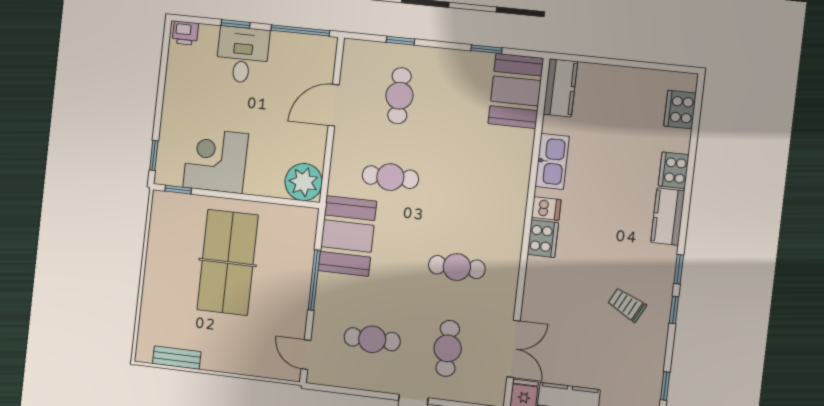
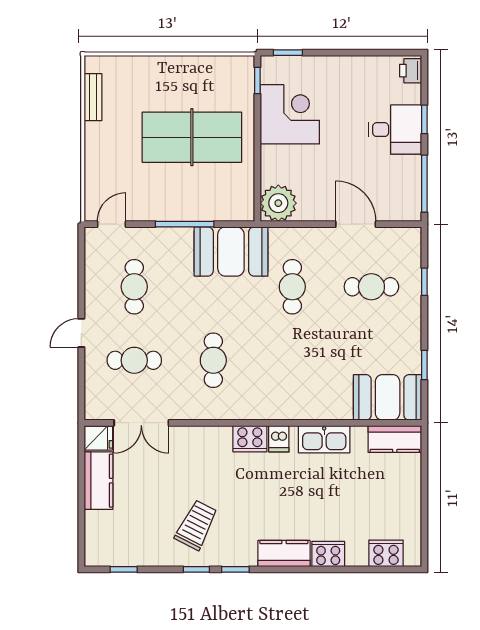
trolley: (627, 305) -> (196, 525), width x1.36, depth x1.39

